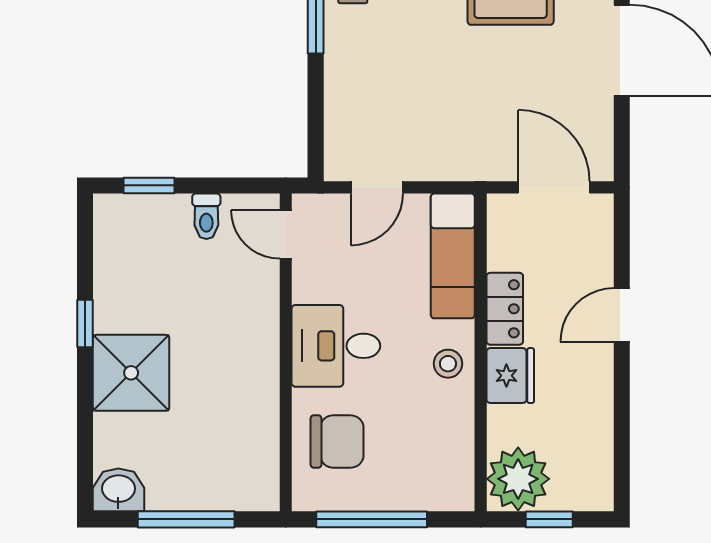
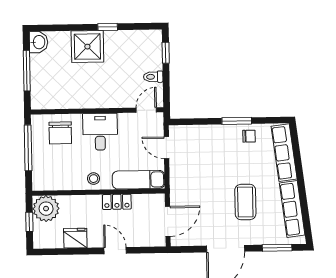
fridge: (510, 376) -> (75, 238), moved, turned 180

